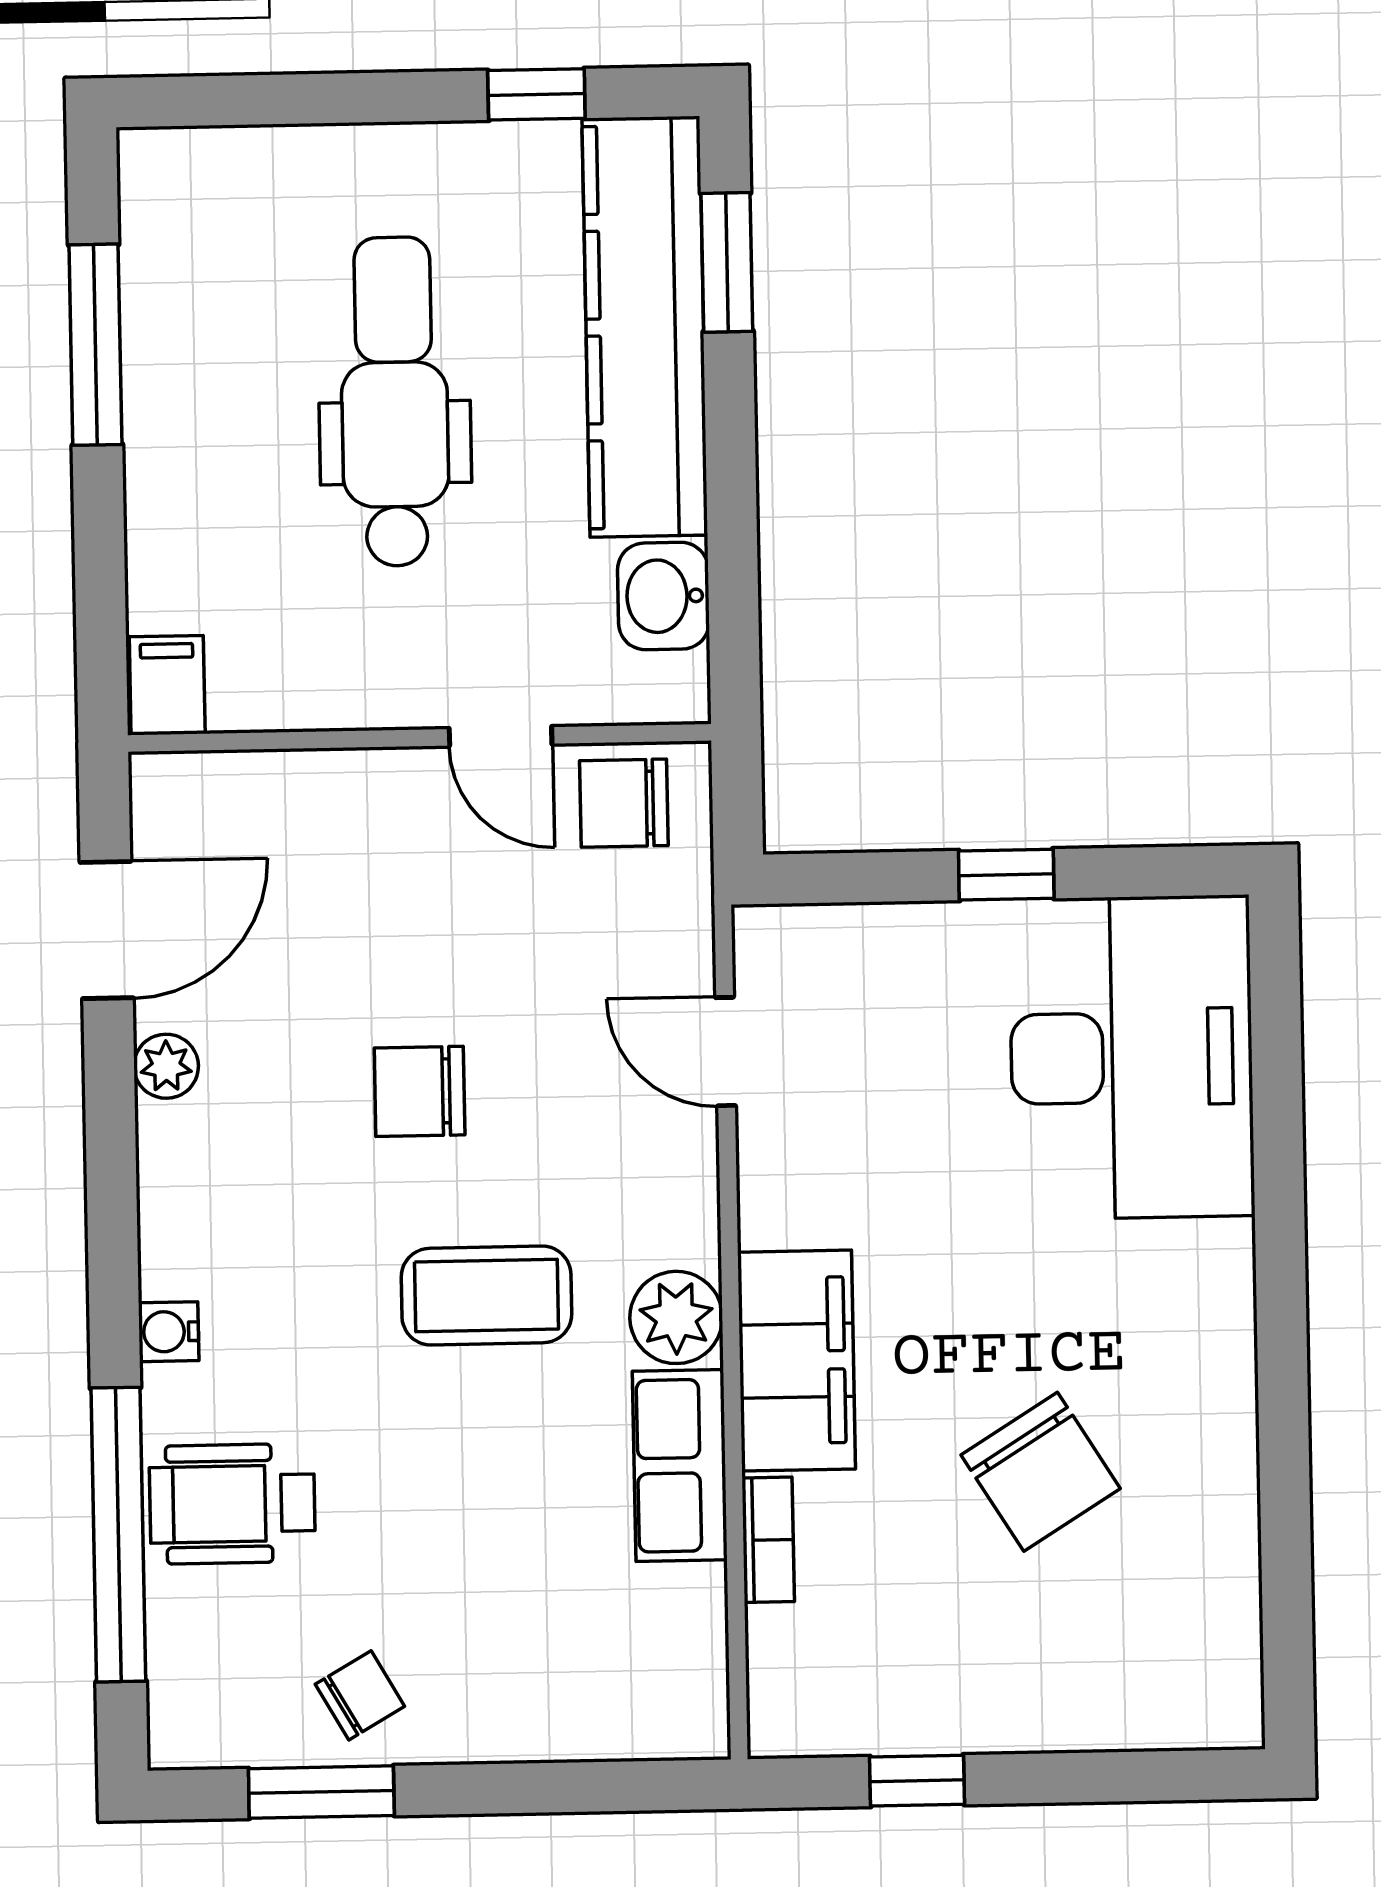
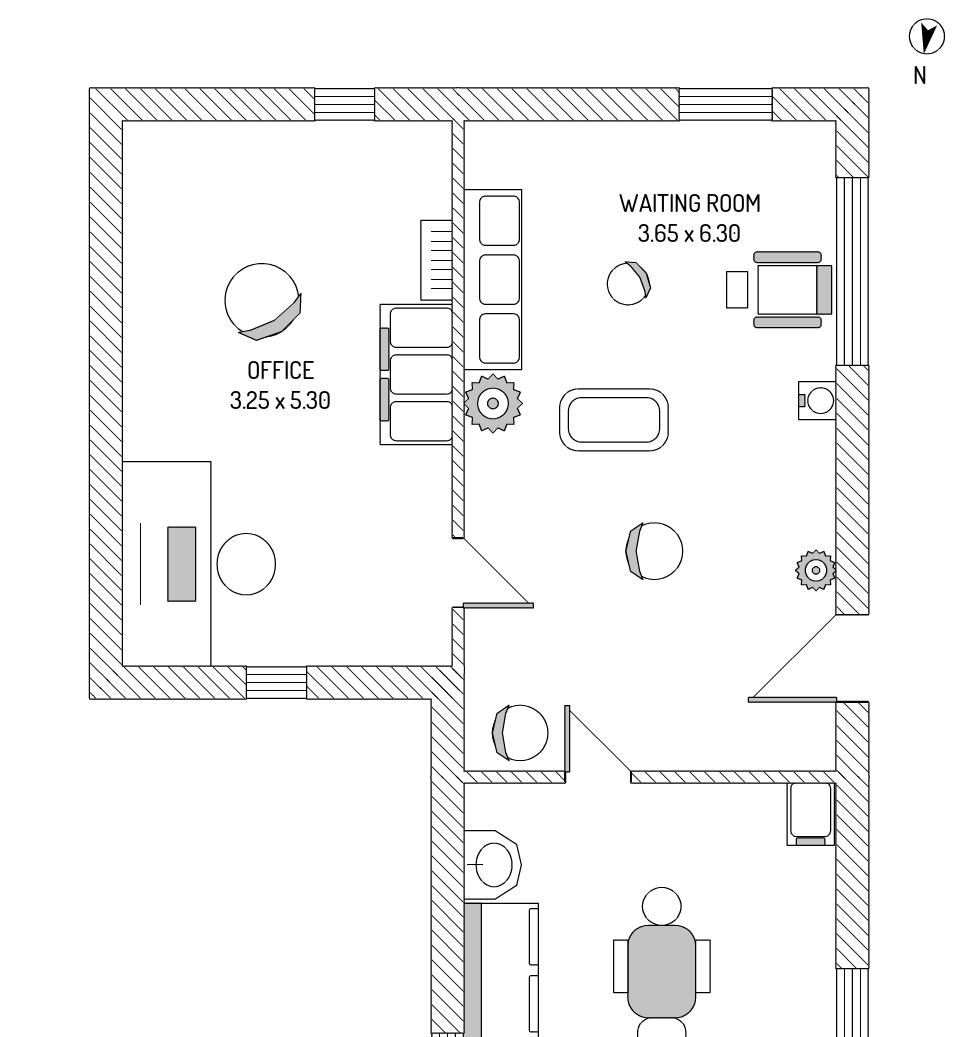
row of seats: (680, 1466) -> (493, 280), width x1.48
chair: (360, 1695) -> (628, 284), moved

